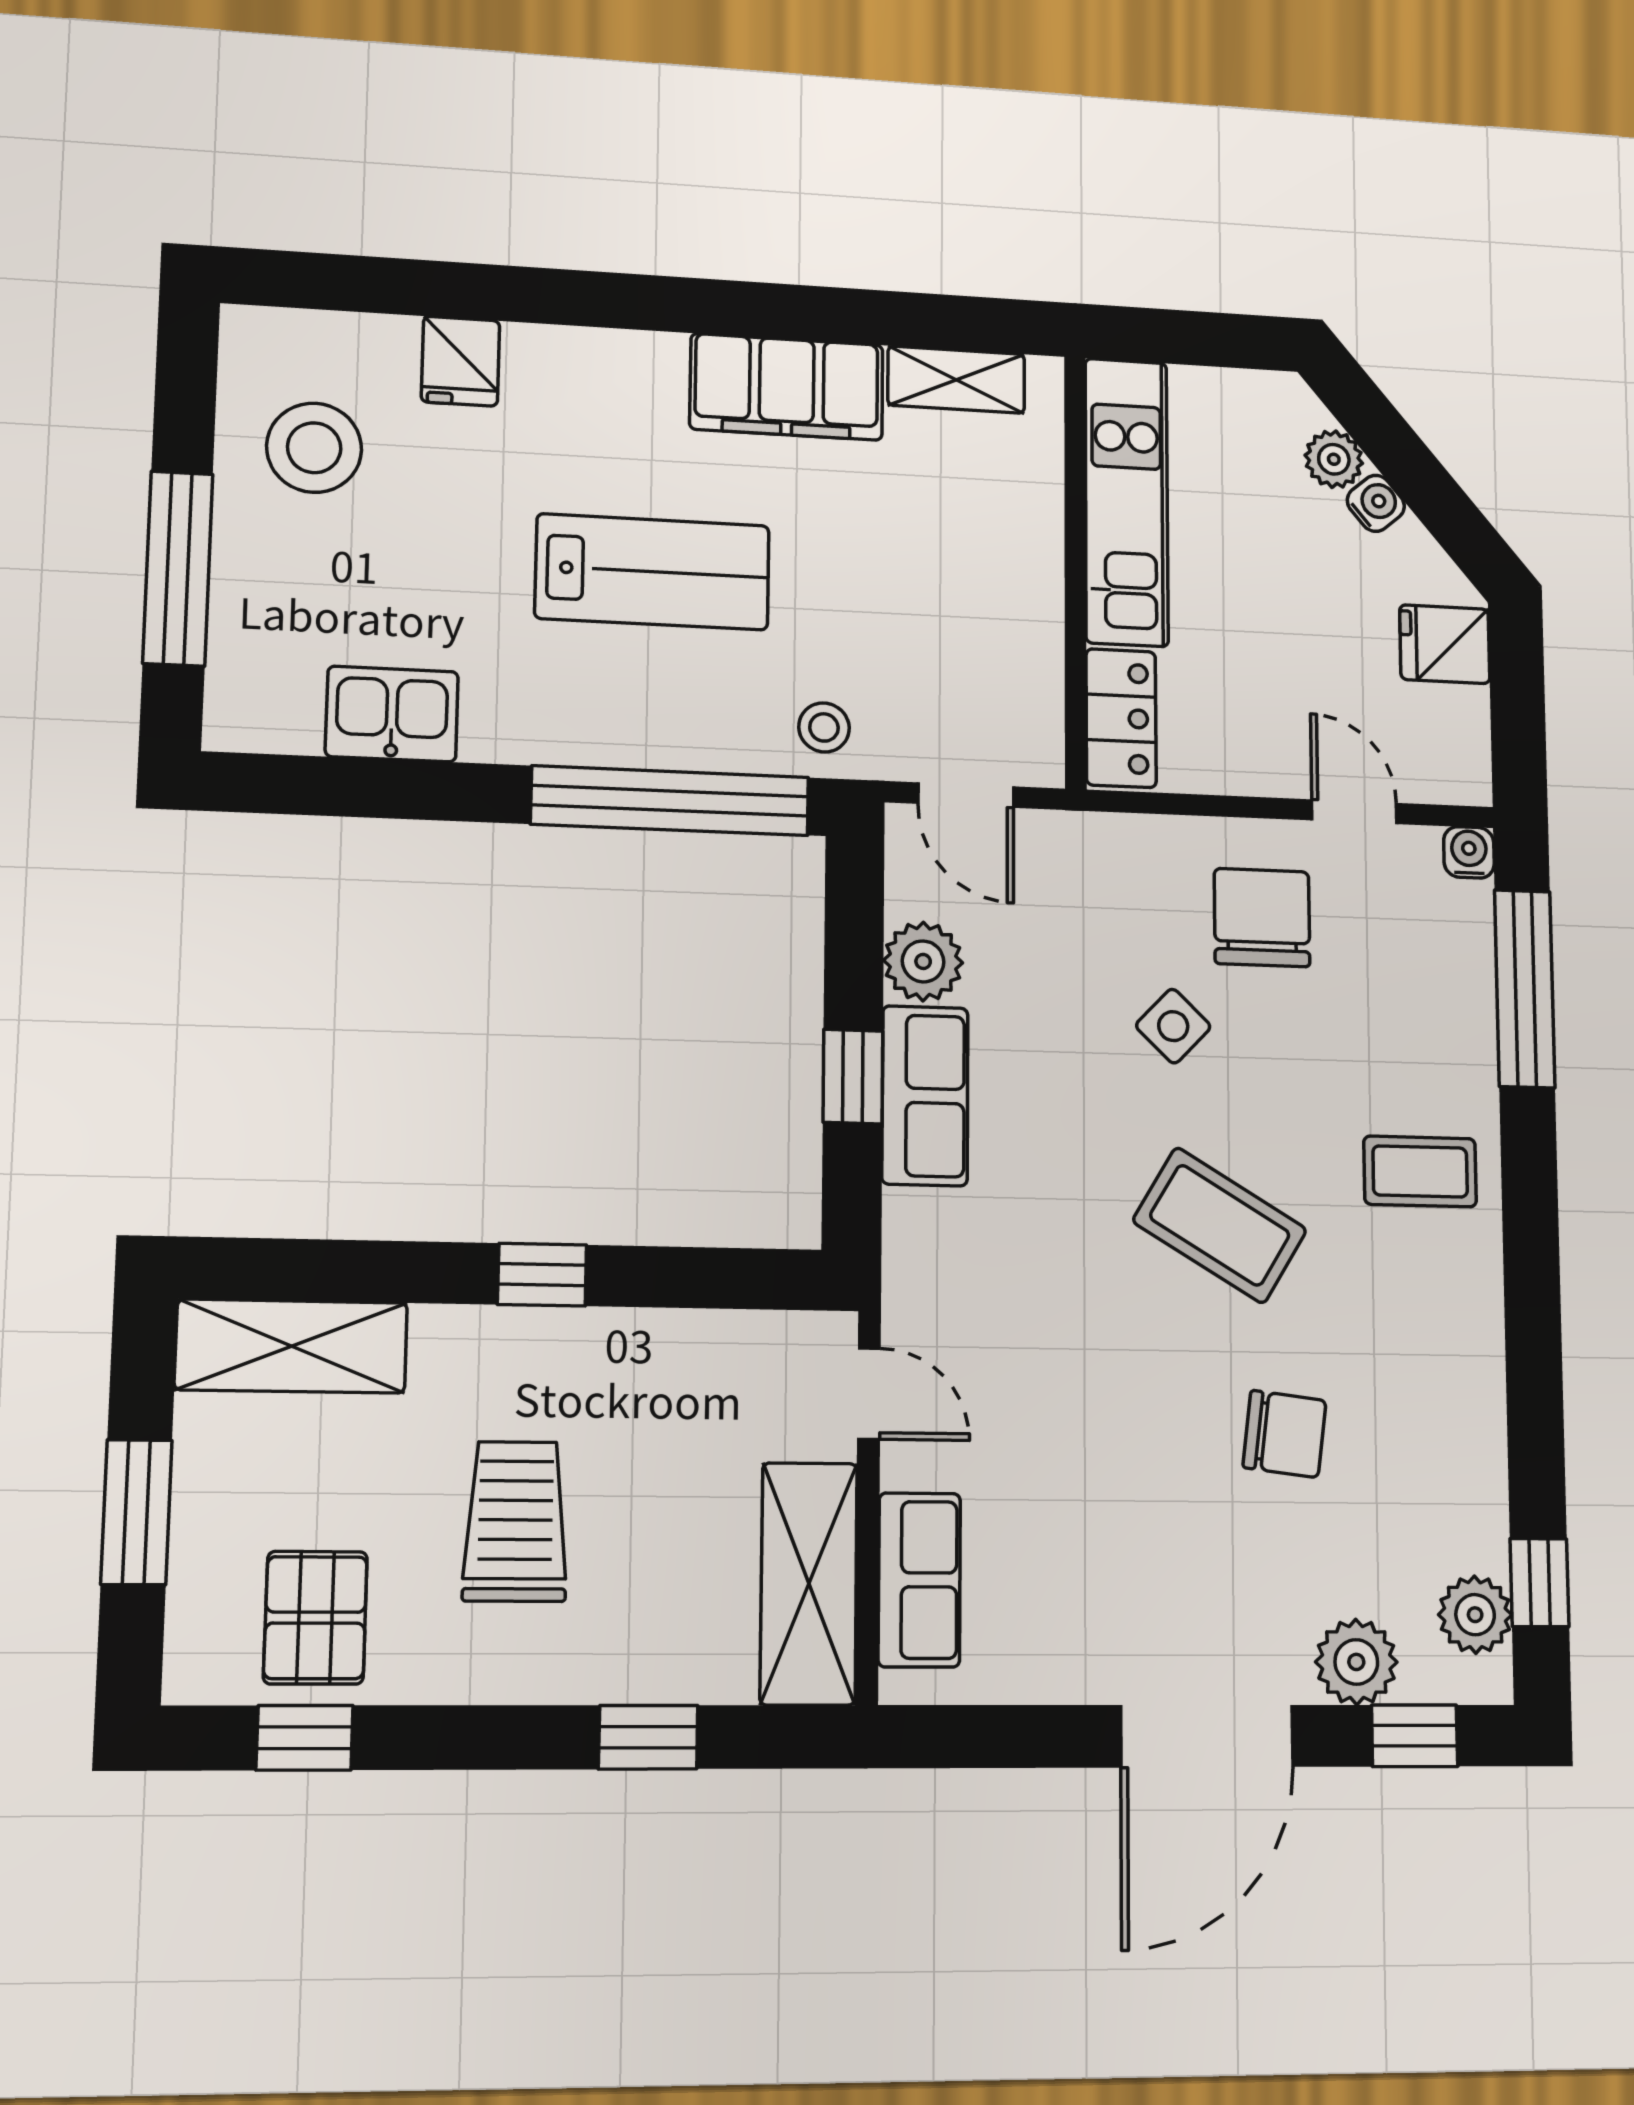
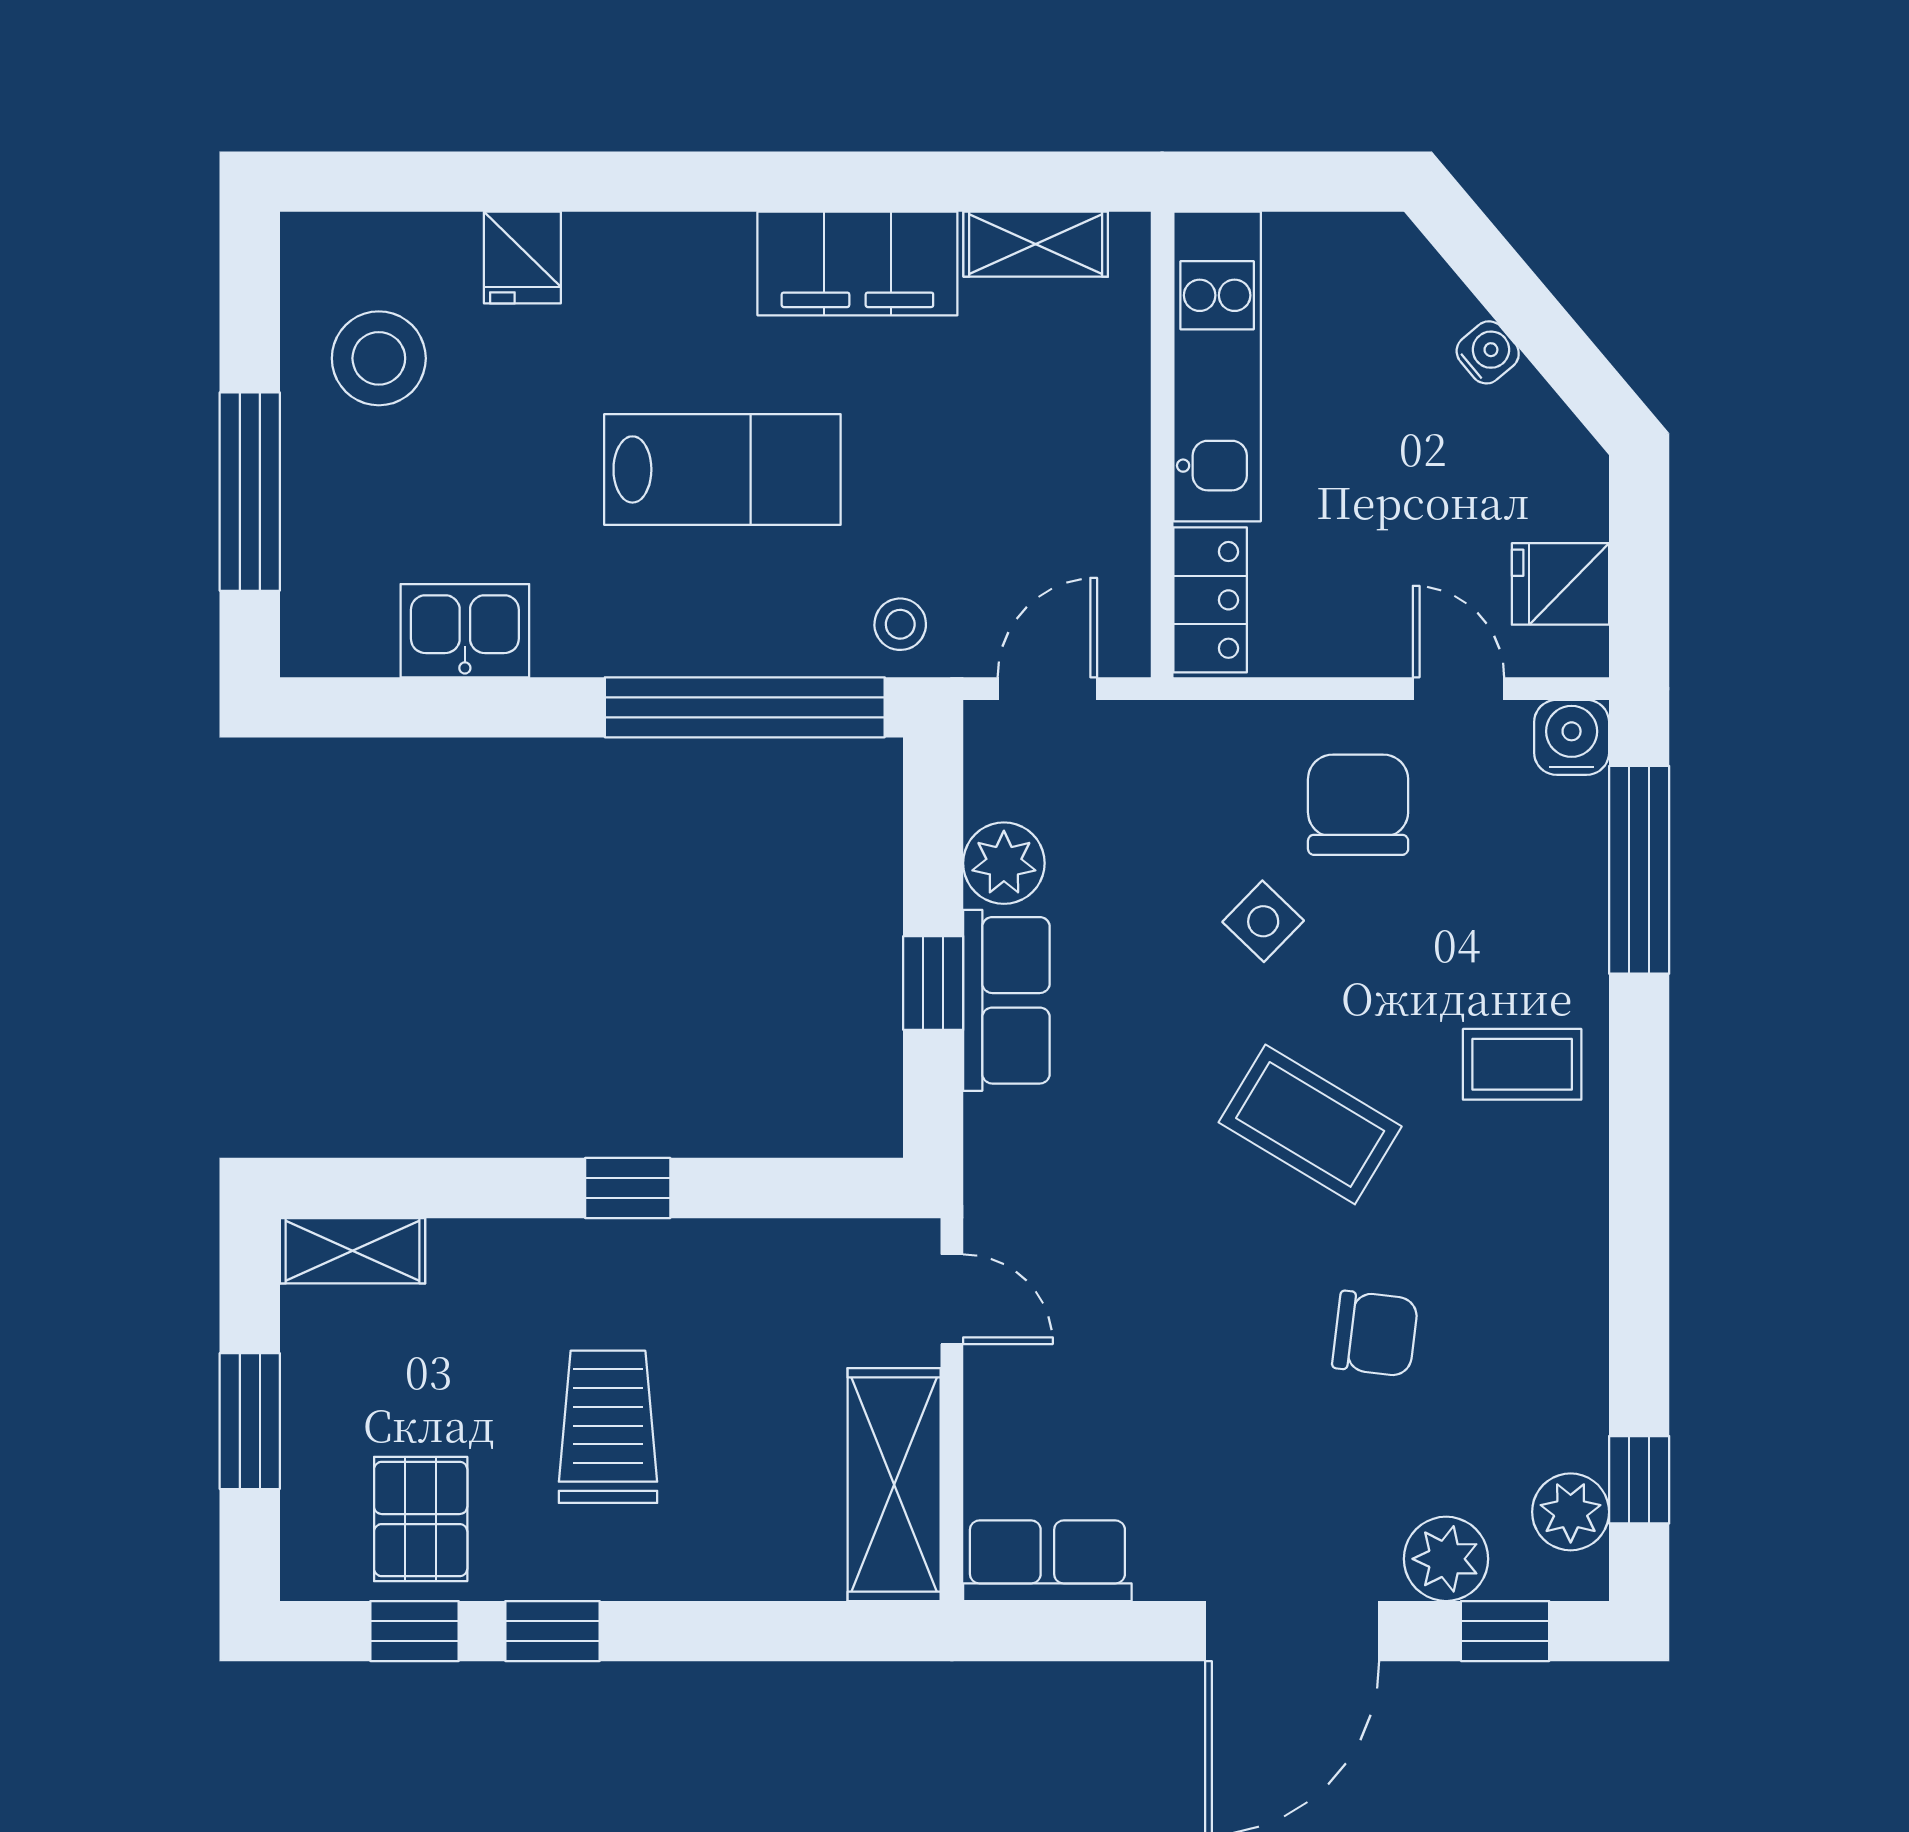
plant: (1334, 459) -> (1442, 306), removed
fridge: (1445, 644) -> (1560, 584), moved
door: (966, 795) -> (1047, 689), swing flipped
water cooler: (1469, 852) -> (1572, 737), width x1.38, depth x1.38
shelving: (291, 1346) -> (353, 1251), width x0.67, depth x0.75
row of seats: (919, 1580) -> (1047, 1561), moved, turned -90
window: (648, 1737) -> (552, 1631), moved

